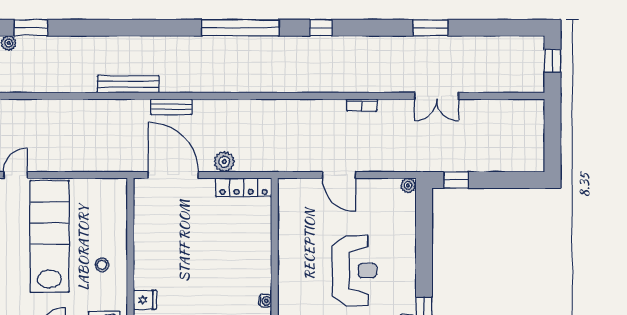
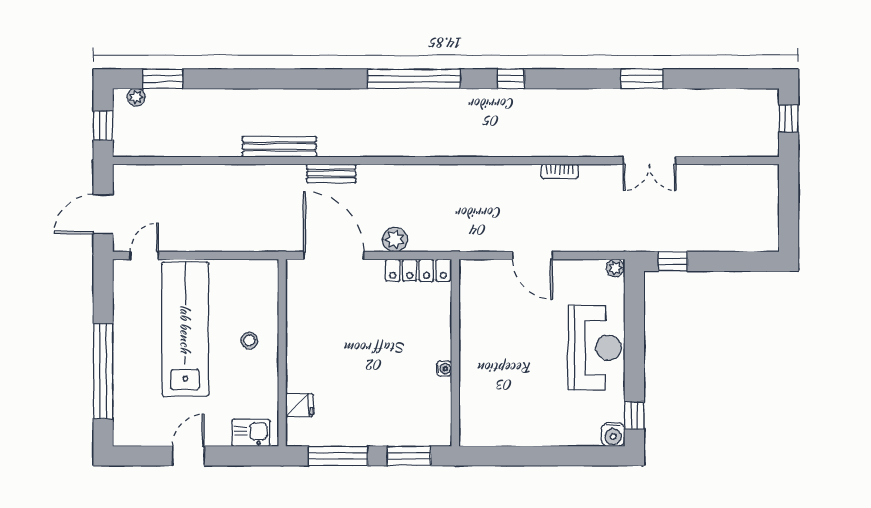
stool: (102, 265) -> (249, 341), moved
reception desk: (355, 271) -> (595, 348), moved
water cooler: (265, 301) -> (444, 369), moved

